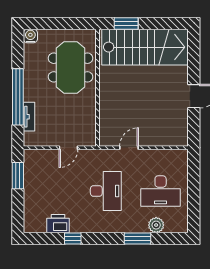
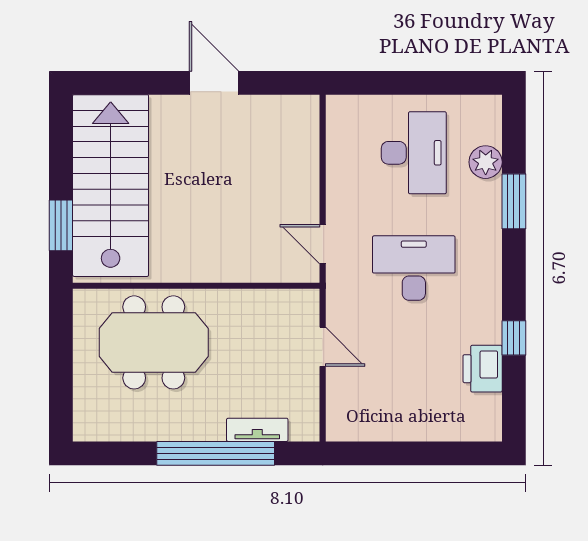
water cooler: (30, 36) -> (87, 427), removed
door: (129, 148) -> (323, 244), moved
window: (18, 176) -> (381, 453), removed

